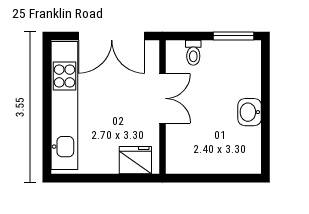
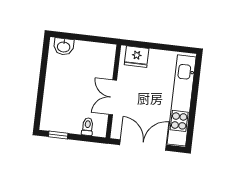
window: (233, 36) -> (58, 135), width x0.67
washbasin: (250, 112) -> (64, 47), moved, turned 90

